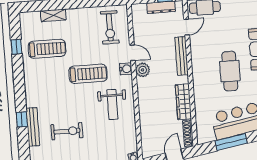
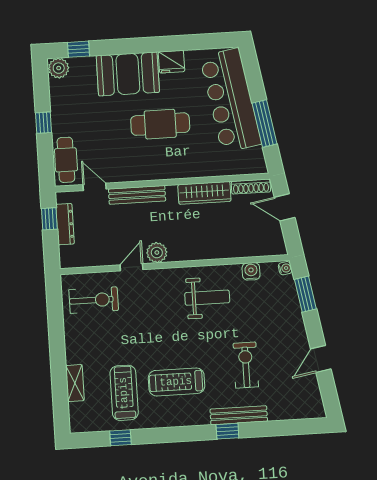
water cooler: (126, 69) -> (251, 271), moved
treadmill: (88, 74) -> (176, 382), moved, turned -90

